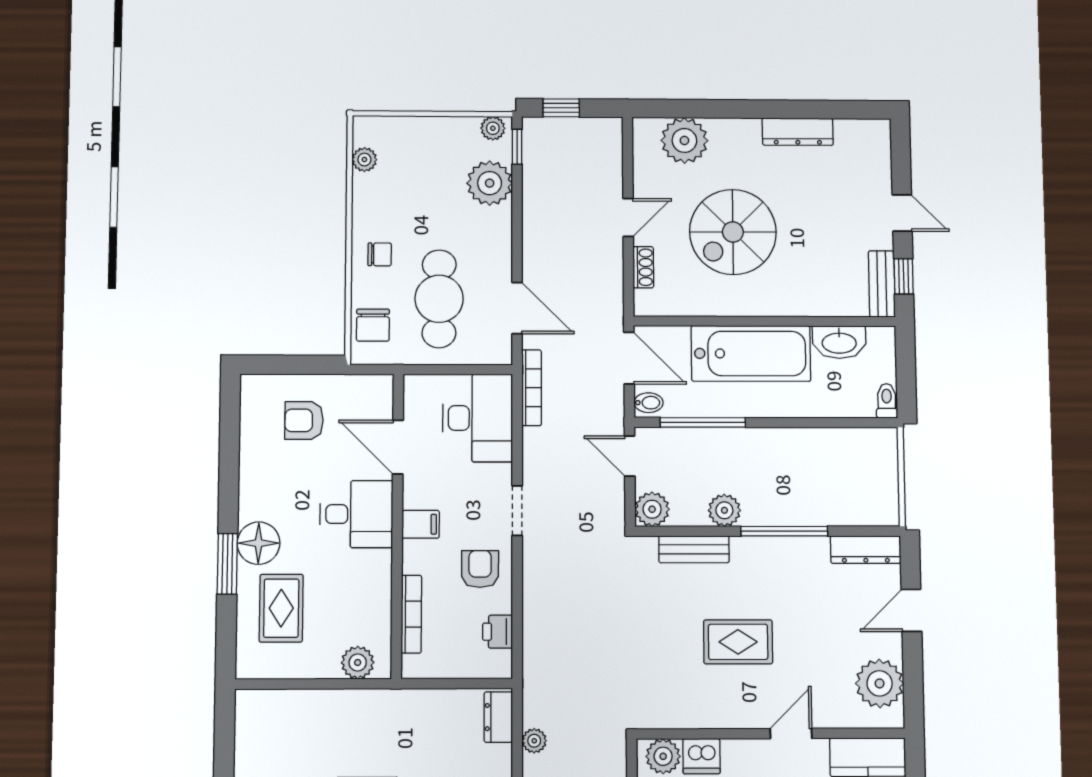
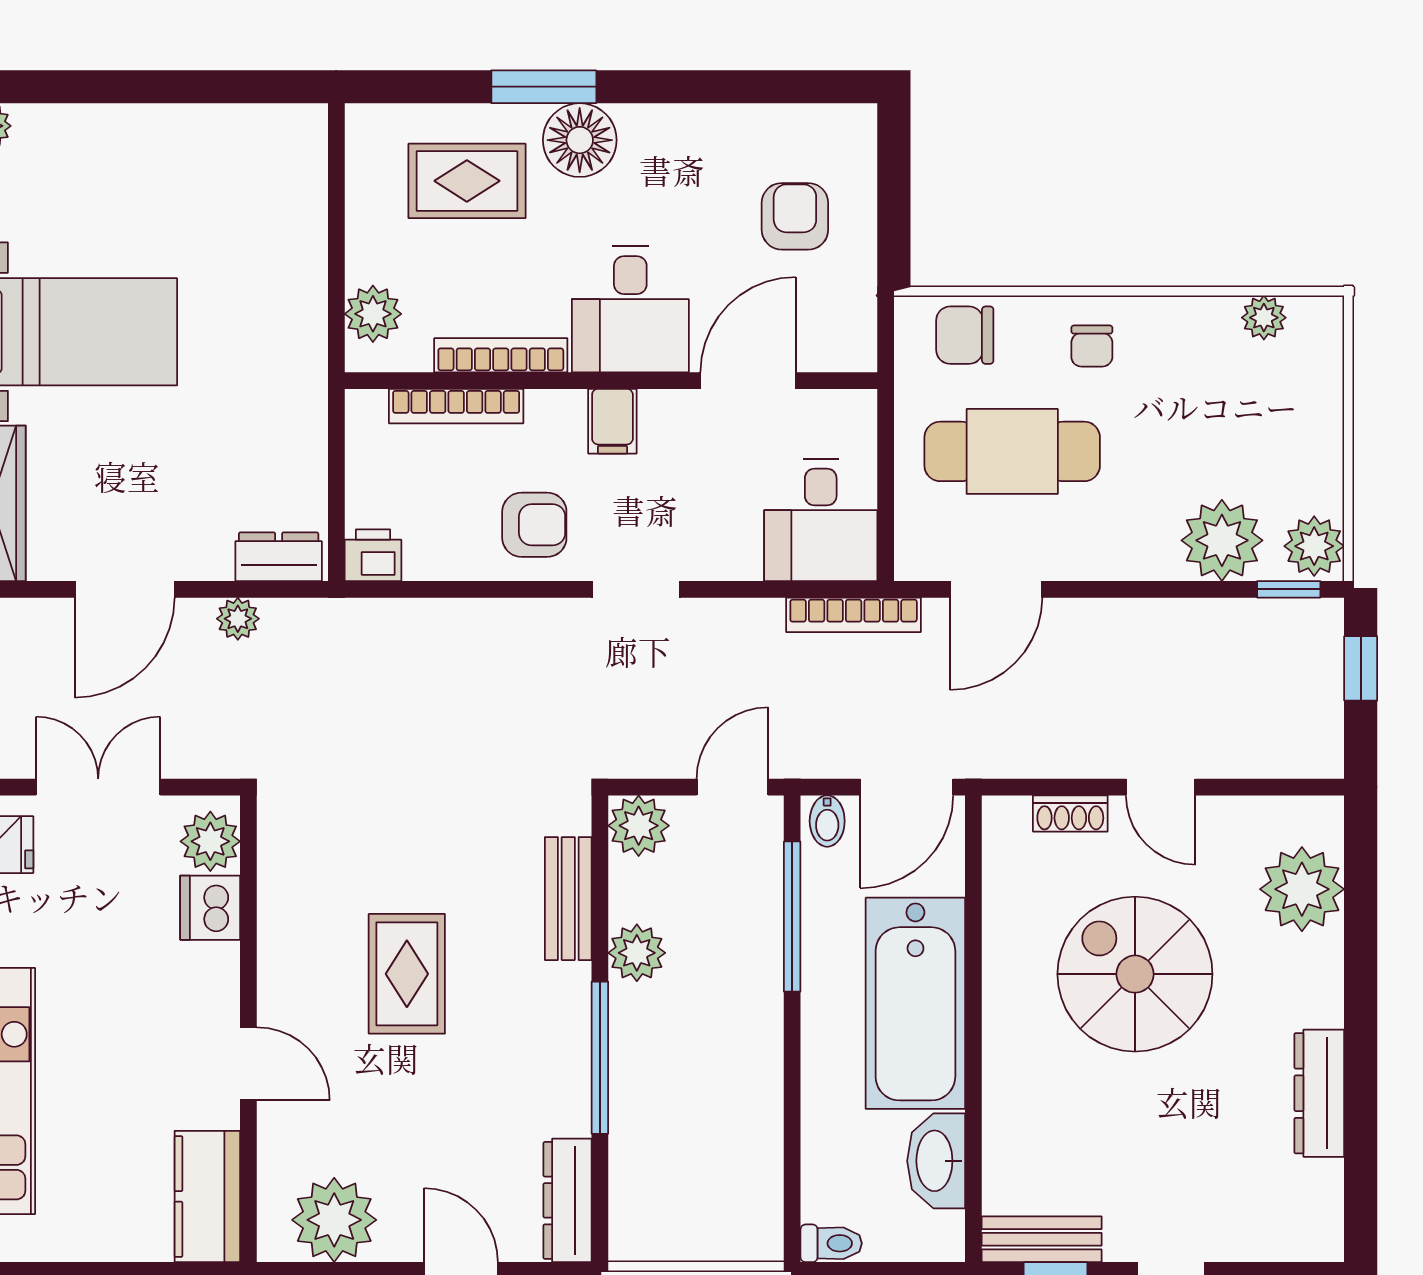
plant: (493, 128) -> (1314, 546), width x1.38, depth x1.38
desk: (478, 418) -> (821, 520), width x0.73
bookcase: (382, 588) -> (501, 355), added
printer: (497, 632) -> (373, 555), moved

